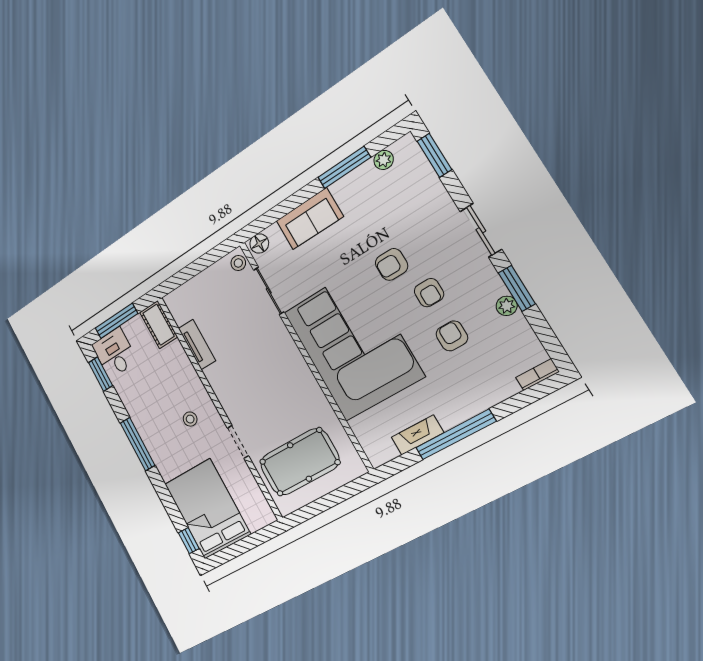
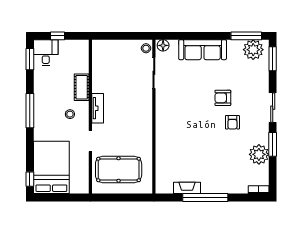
plant: (384, 160) -> (253, 50), width x1.87, depth x1.87
window: (344, 167) -> (246, 36), moved
sofa: (310, 219) -> (203, 50), width x1.36
plant: (507, 306) -> (259, 154), width x1.87, depth x1.87
window: (116, 321) -> (58, 36), width x0.46
cot: (159, 325) -> (82, 87), moved
armchair: (452, 336) -> (231, 149), removed
tv unit: (197, 344) -> (98, 108), moved
corner sofa: (353, 344) -> (181, 125), removed

